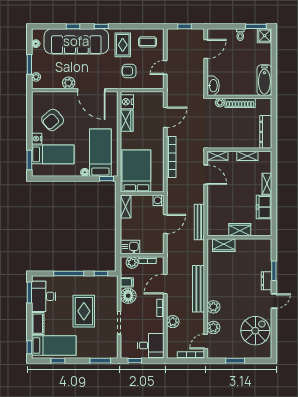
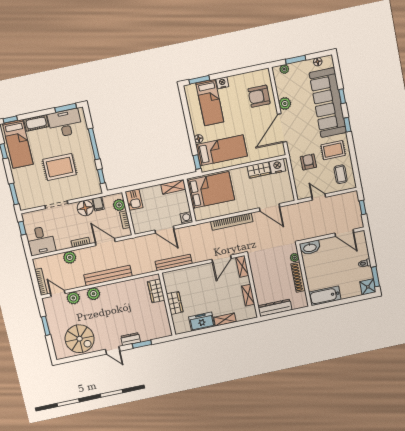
armchair: (53, 120) -> (259, 96), moved, turned -50

